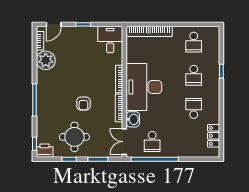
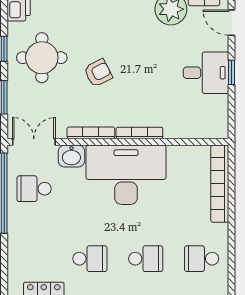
desk: (110, 40) -> (206, 73), moved
school desk: (194, 75) -> (146, 259), turned 180
armchair: (83, 104) -> (98, 73), turned 153

